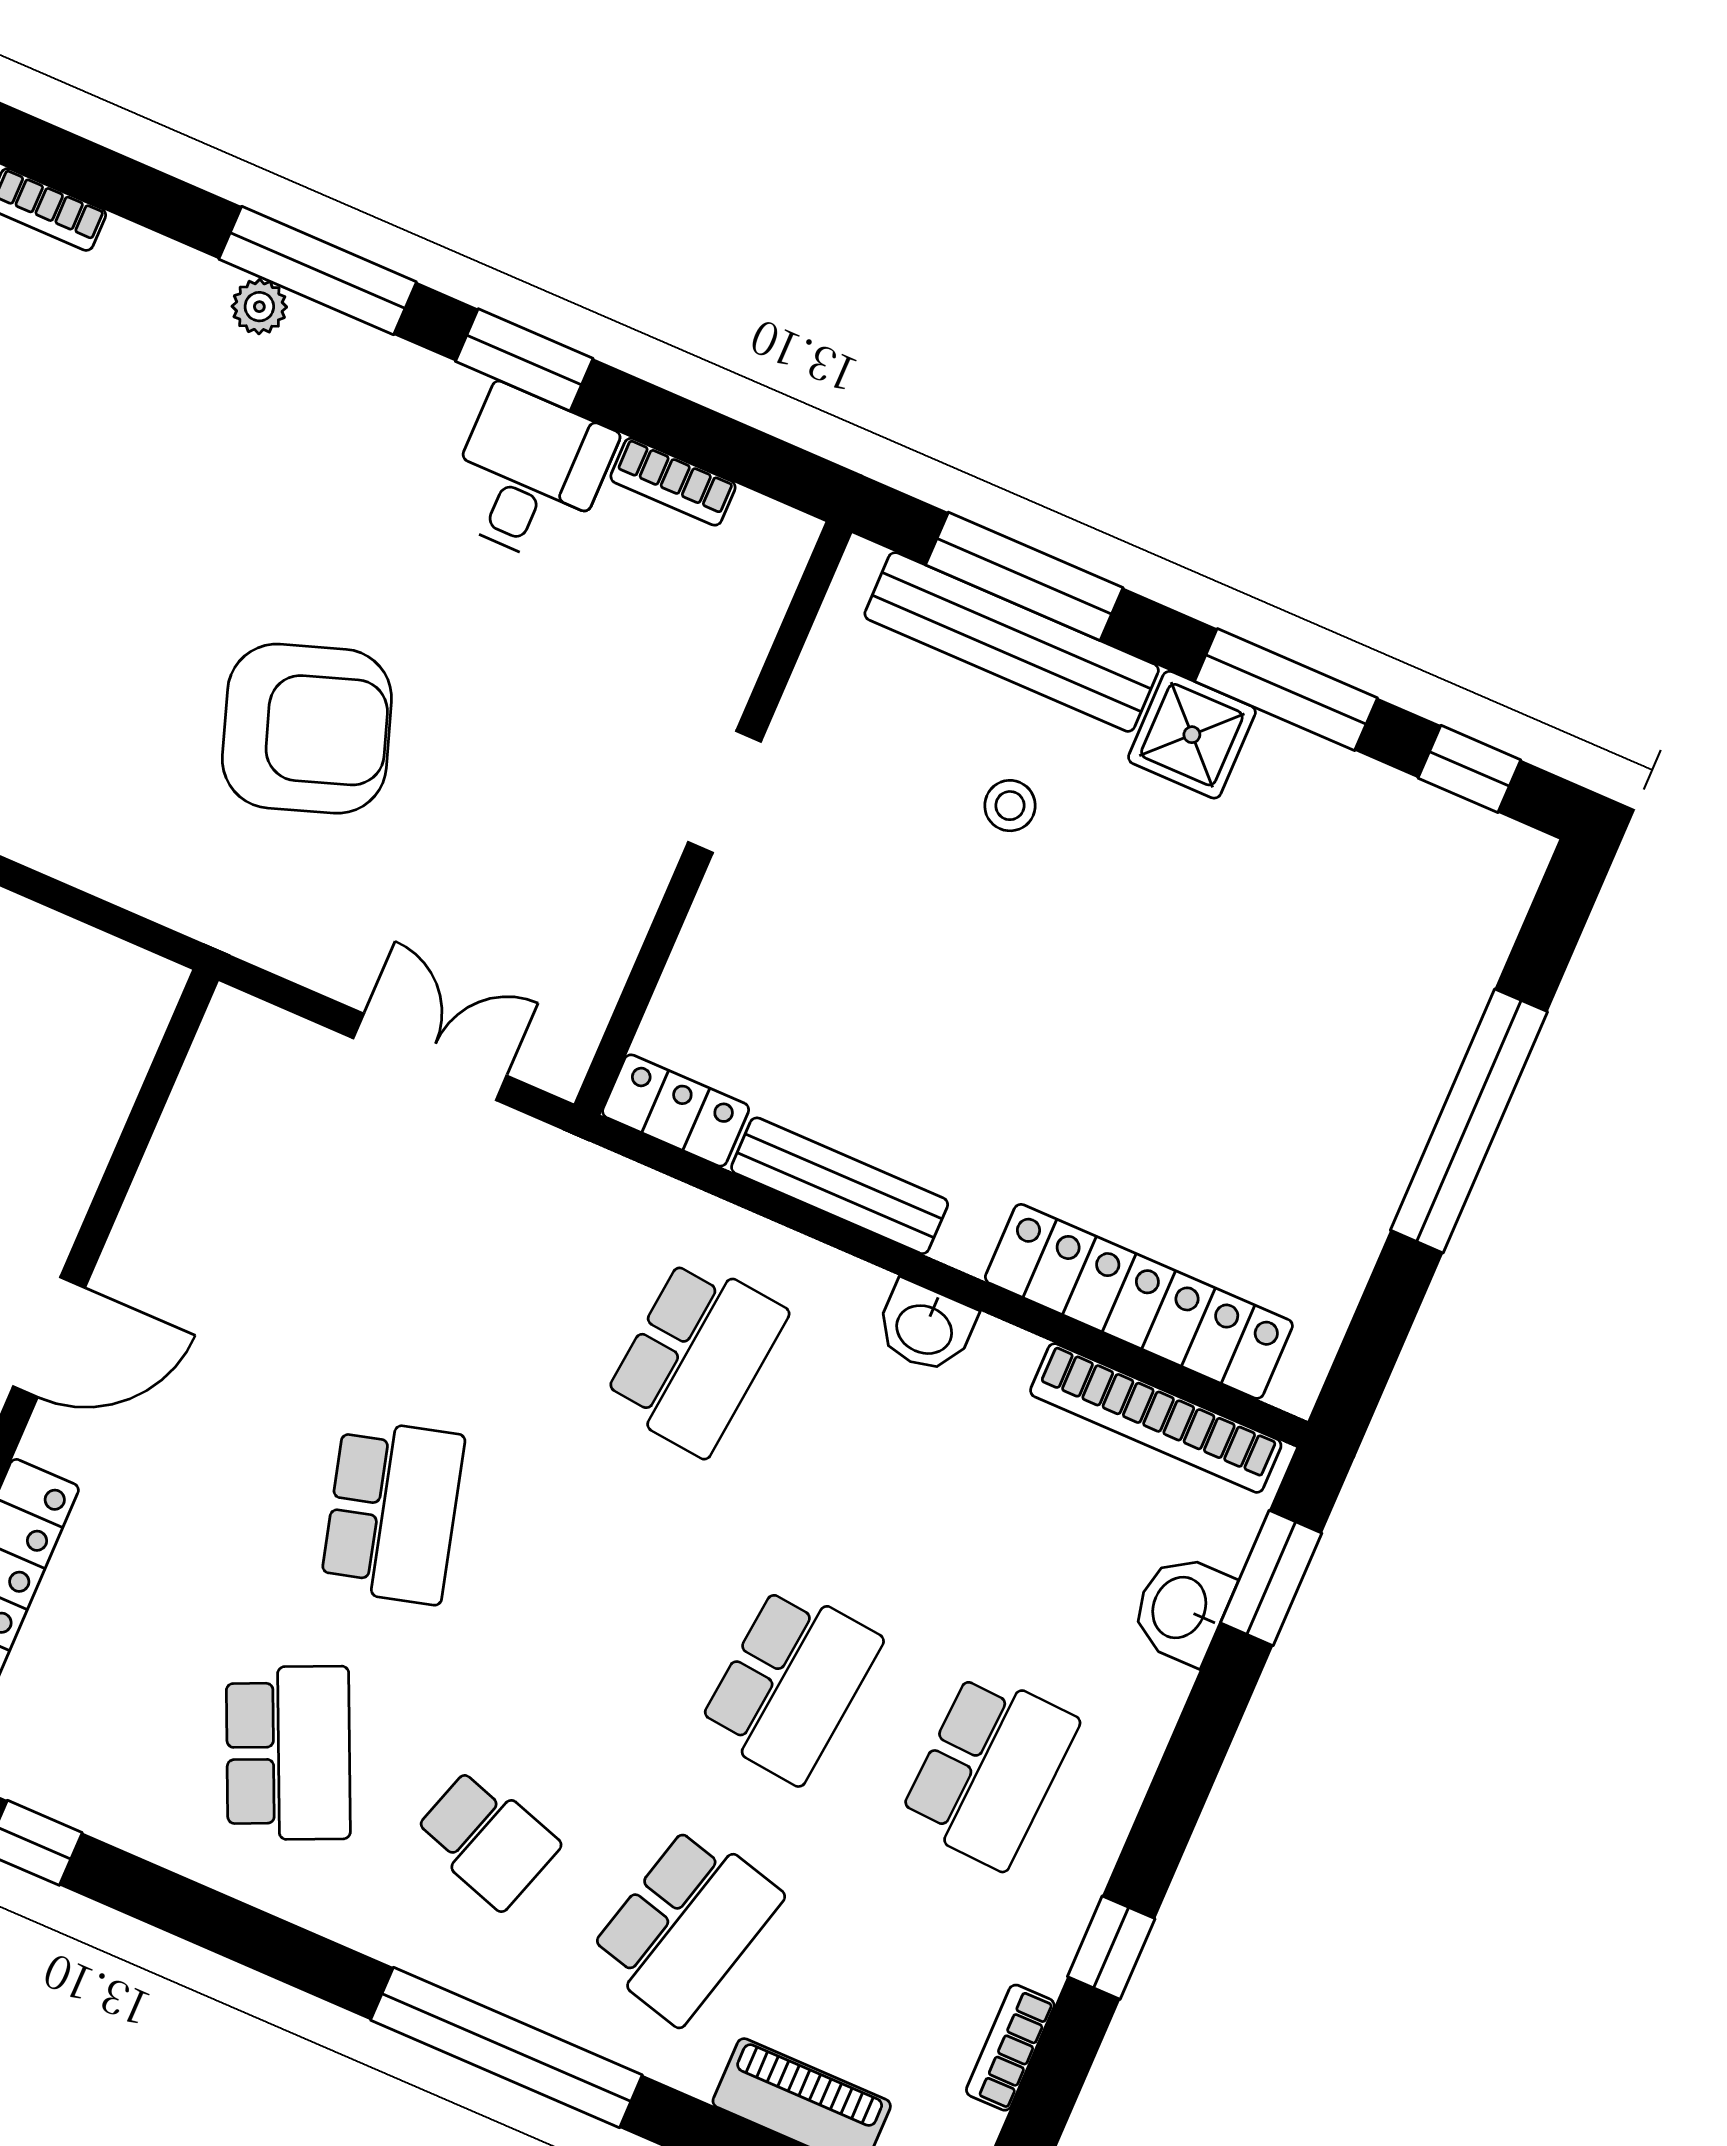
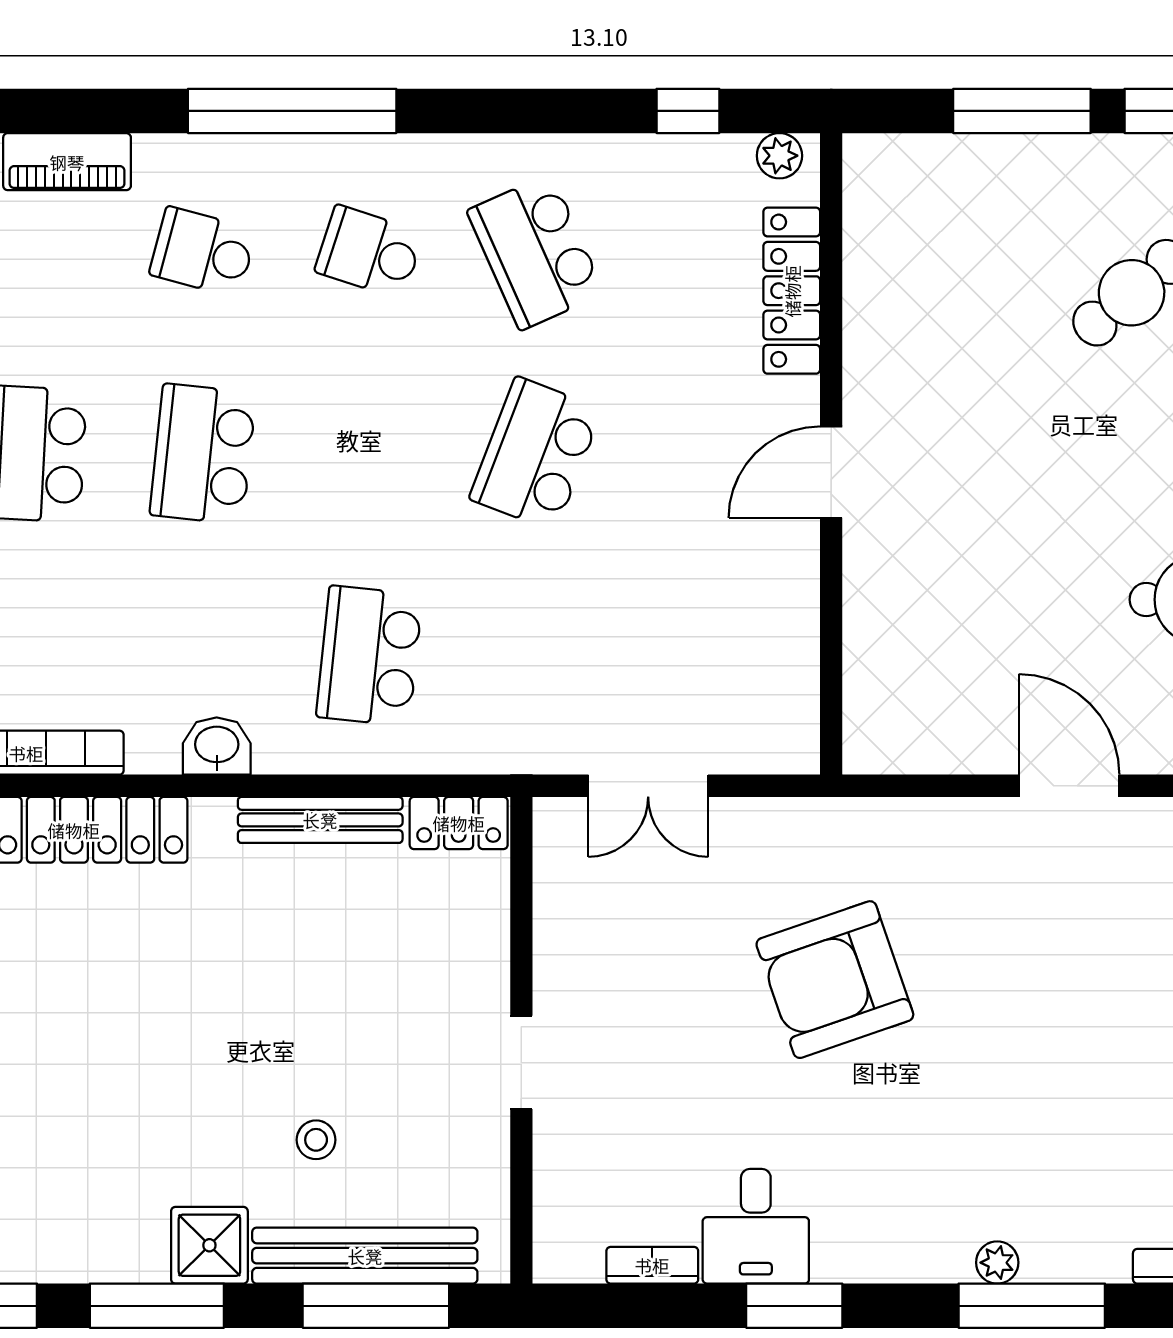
window: (318, 271) -> (1032, 1306), moved
school desk: (393, 1512) -> (536, 454), turned 36
school desk: (686, 1925) -> (203, 252), width x0.54

